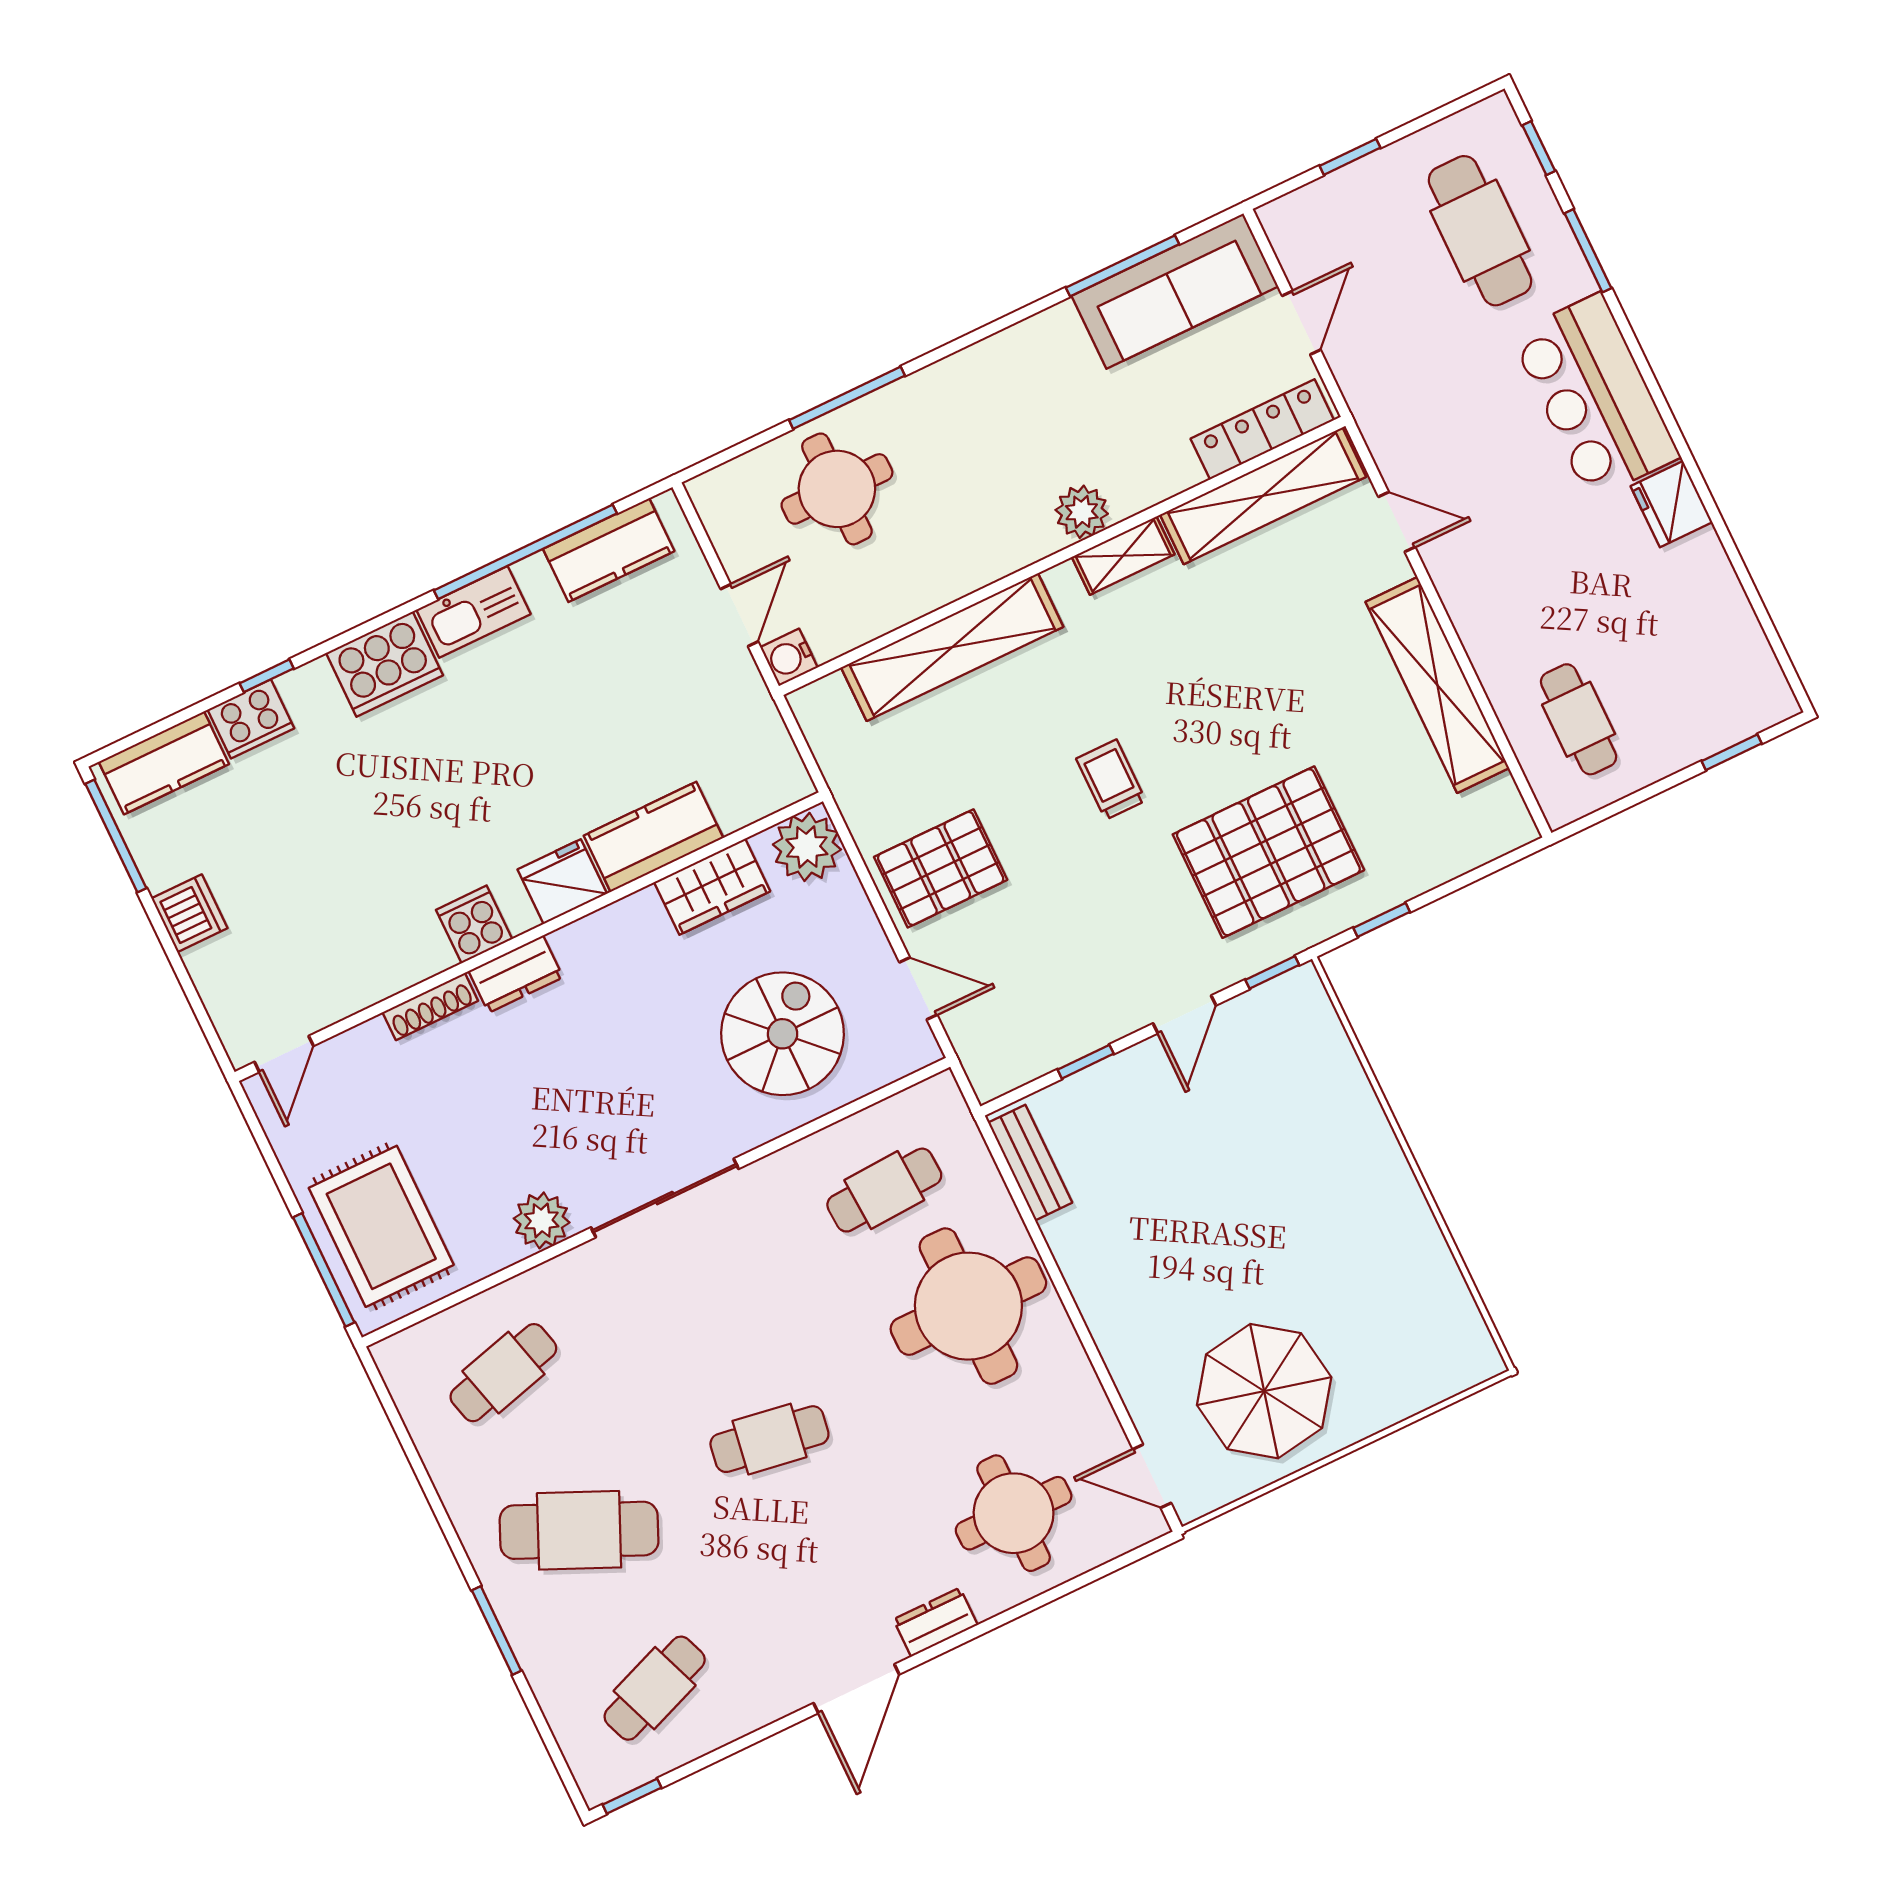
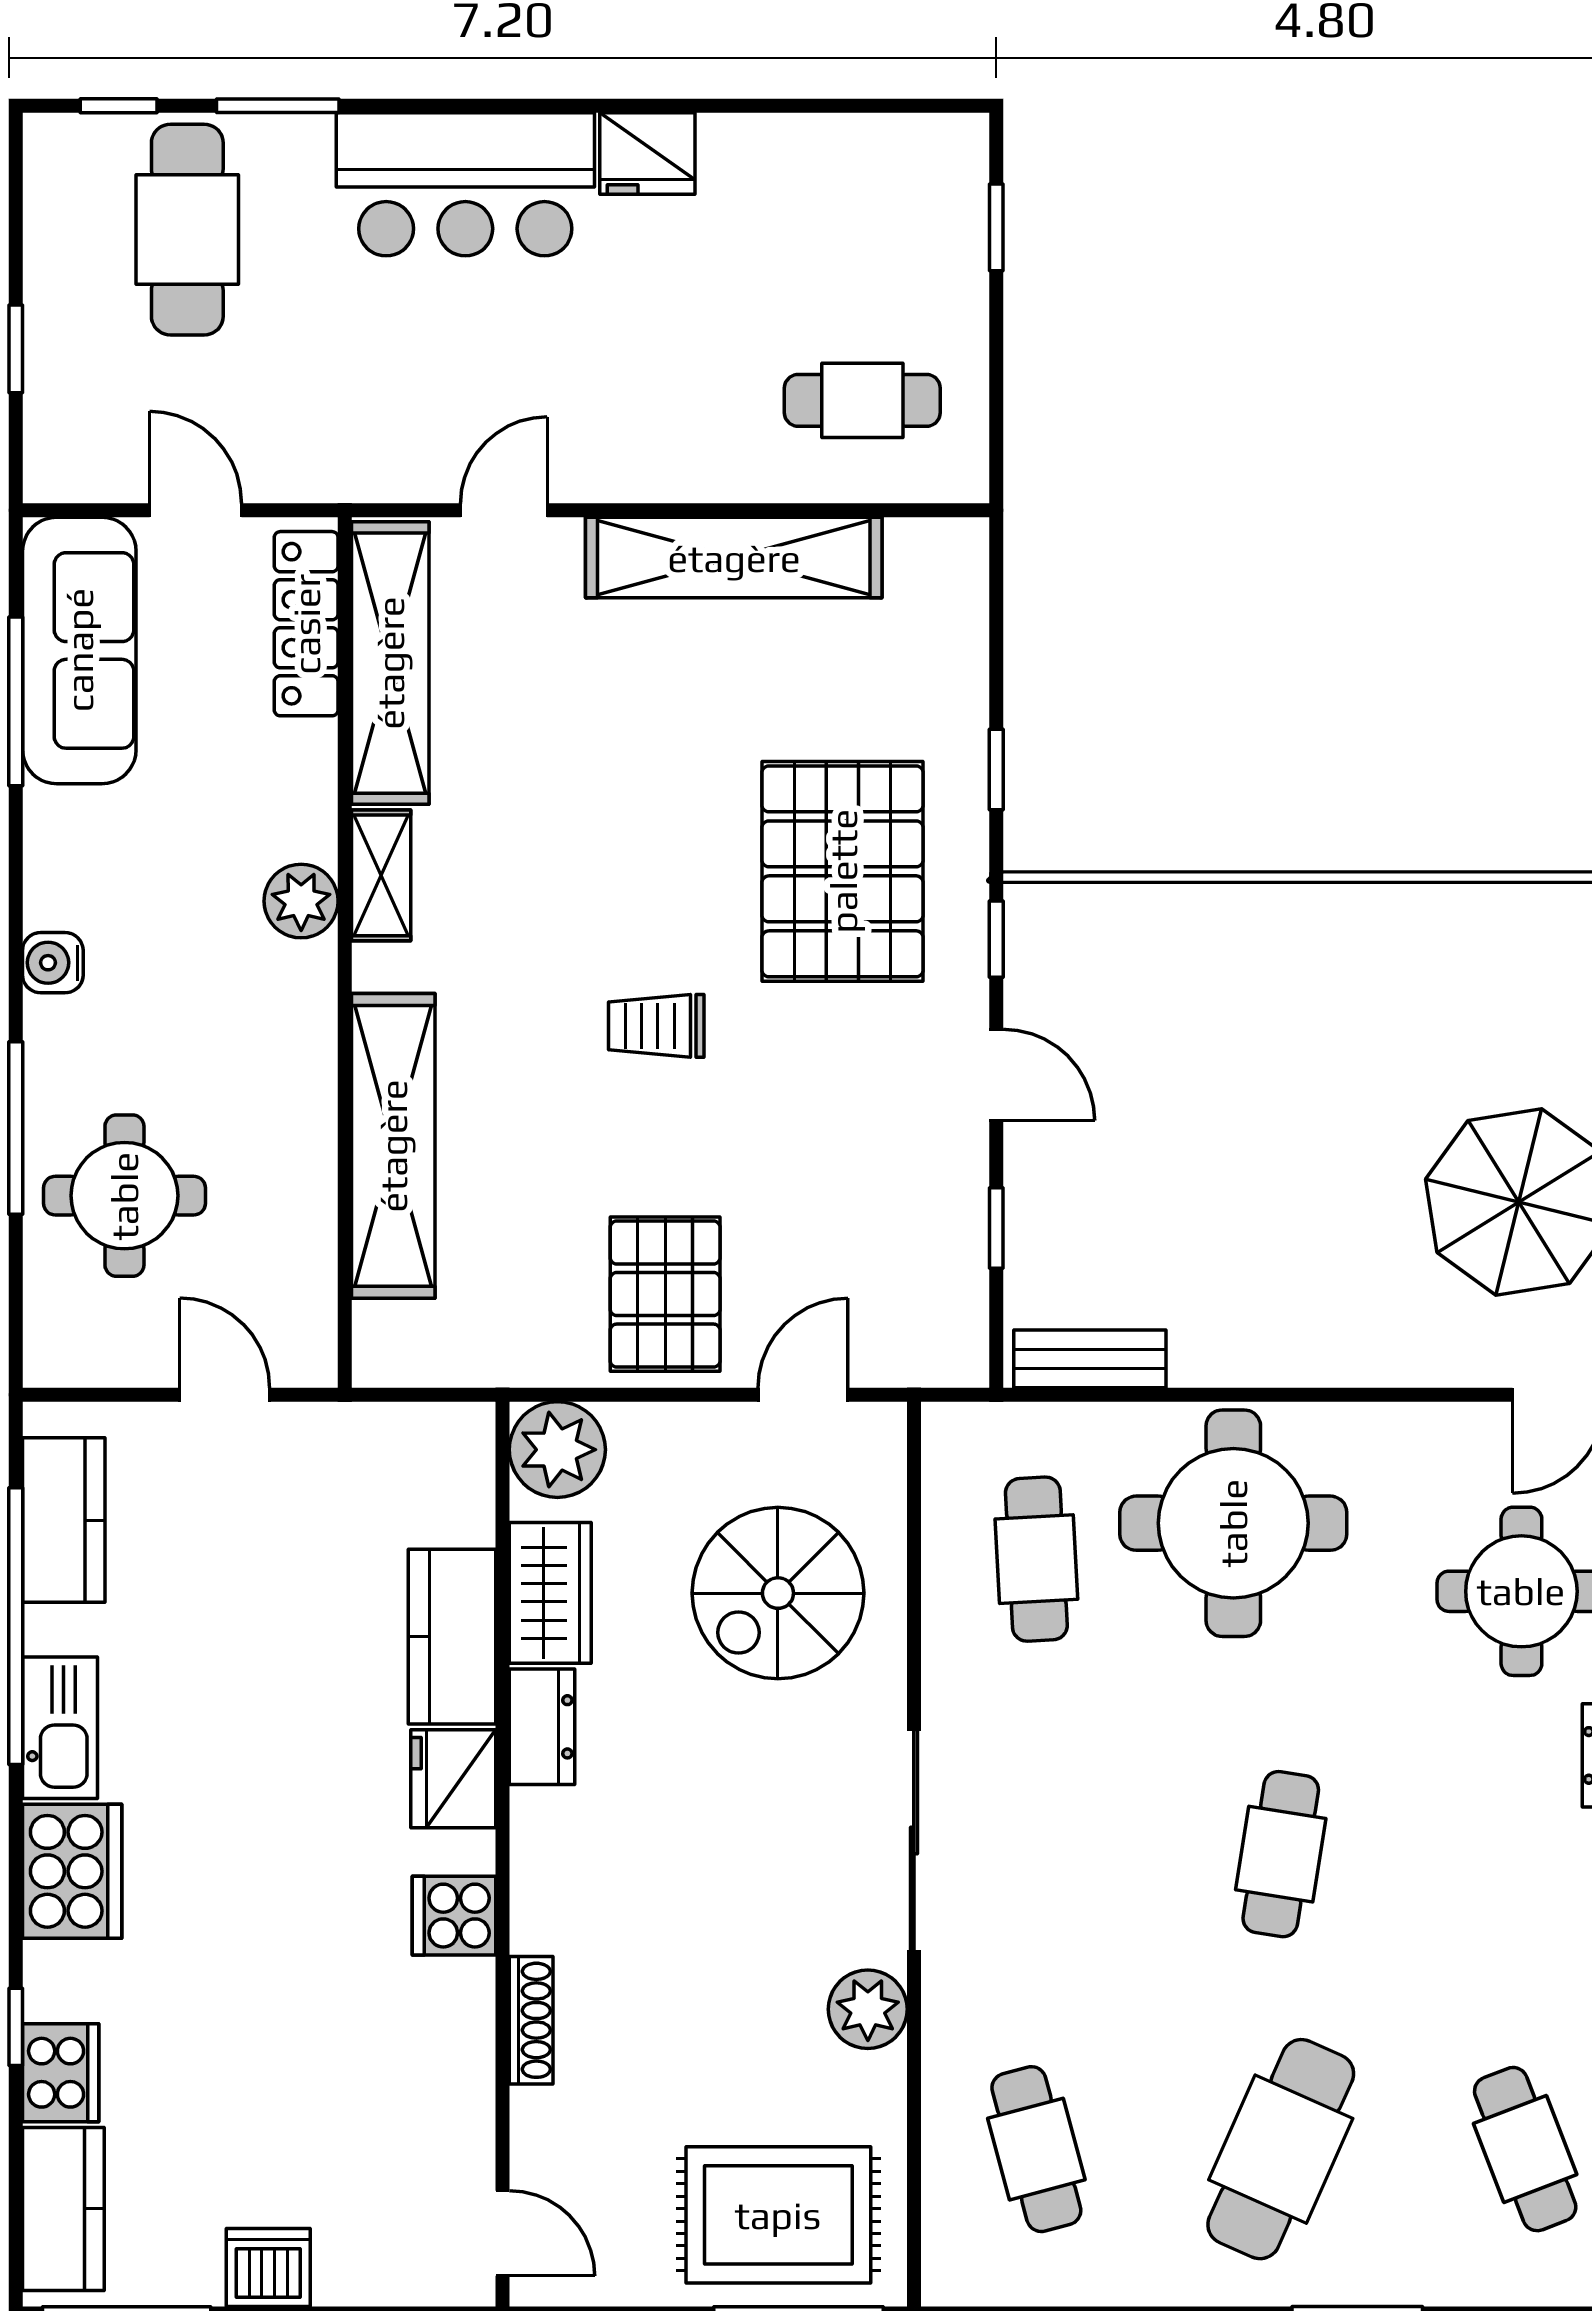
cafe table: (1480, 231) -> (187, 230), turned 90
water cooler: (789, 657) -> (53, 963), moved, turned 90
dresser: (516, 974) -> (542, 1727), moved
spiral stairs: (783, 1034) -> (778, 1593), turned -90

